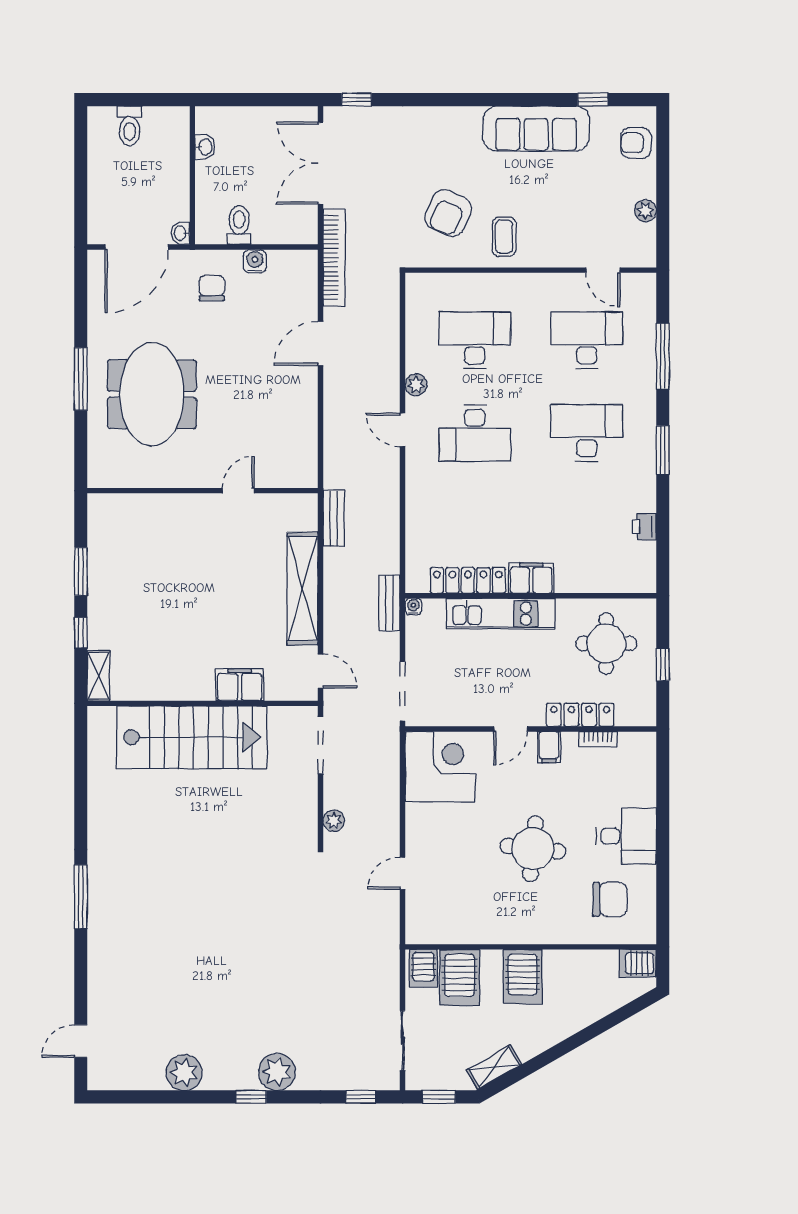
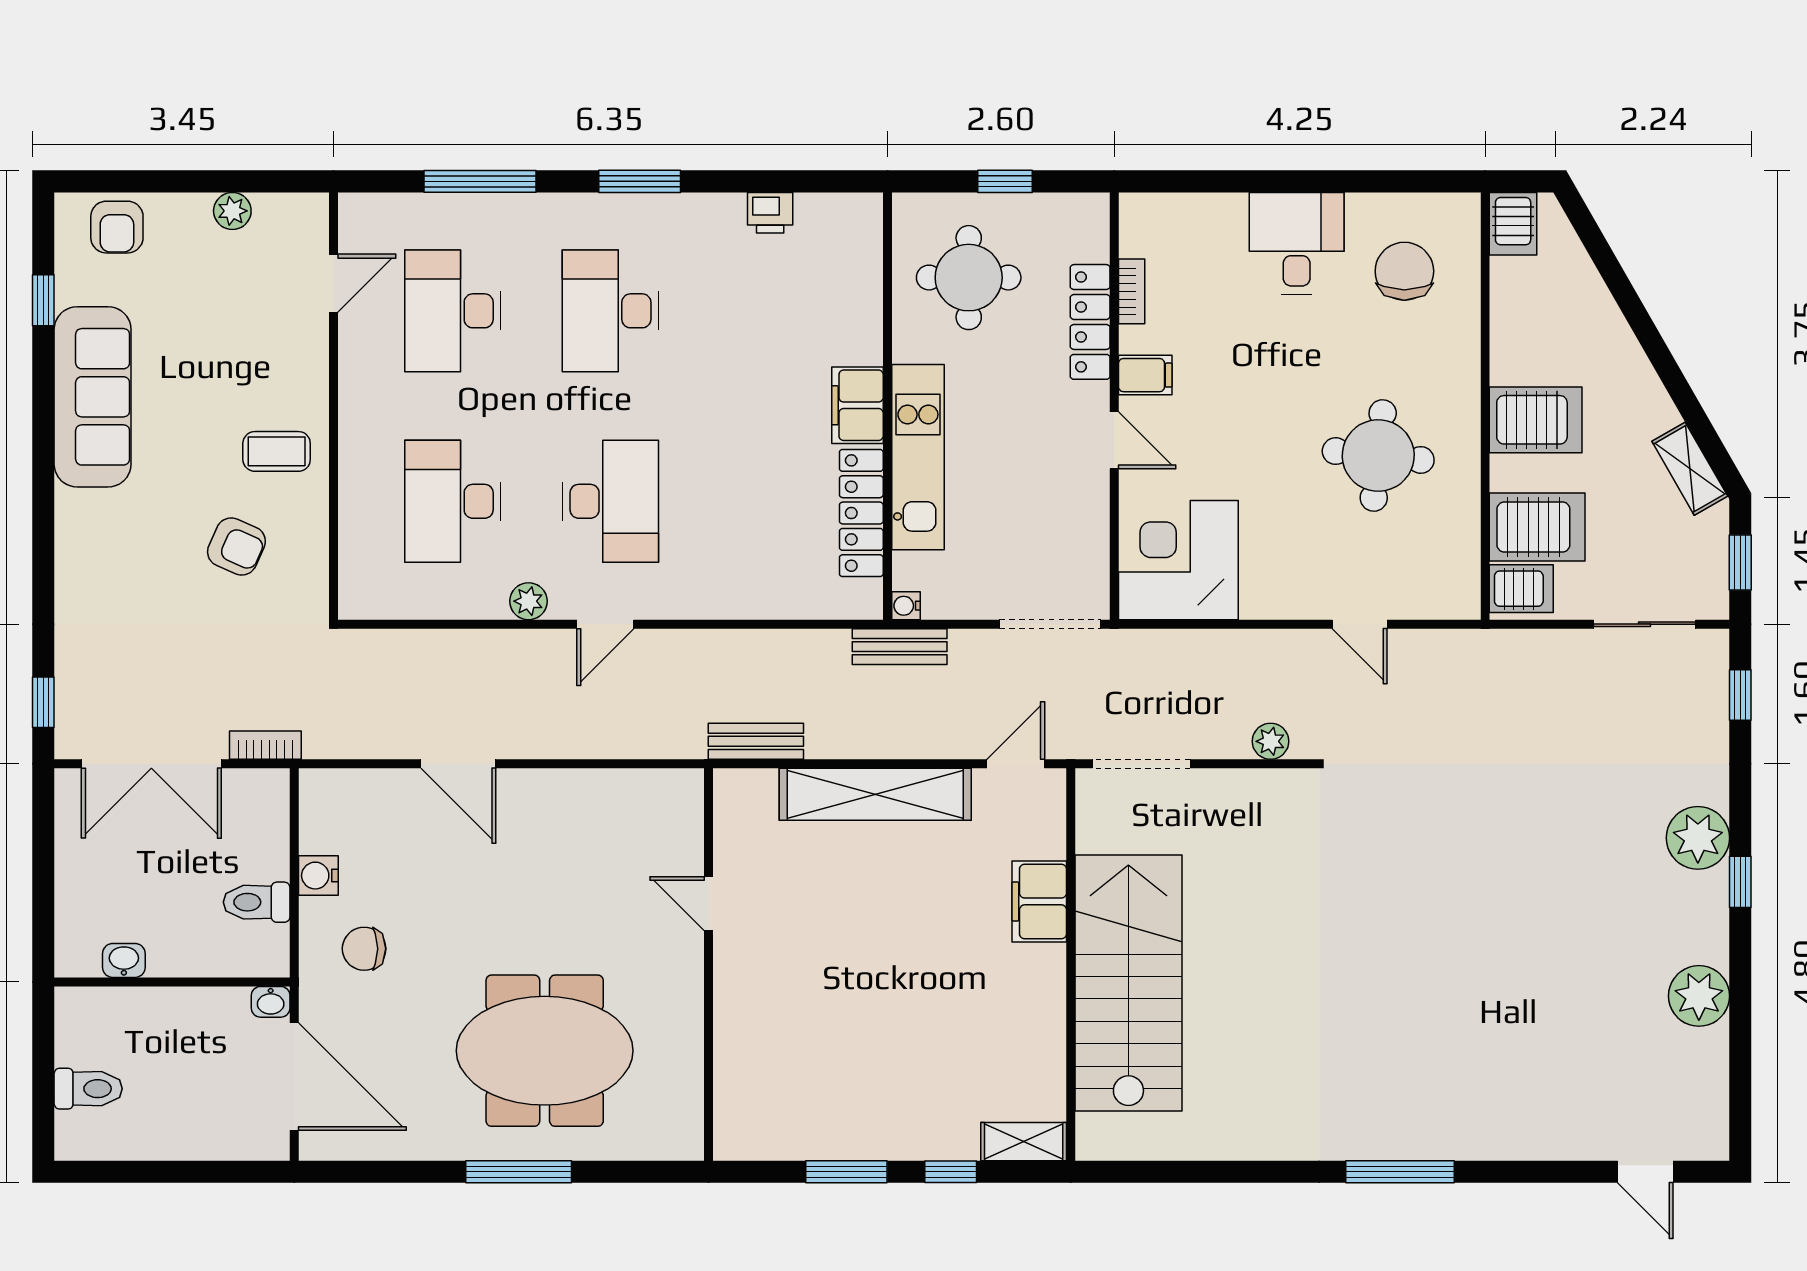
armchair: (448, 213) -> (236, 546), width x0.72, depth x0.72
bookcase: (334, 258) -> (265, 745), width x0.43, depth x0.76
round table: (533, 849) -> (1378, 455), moved

